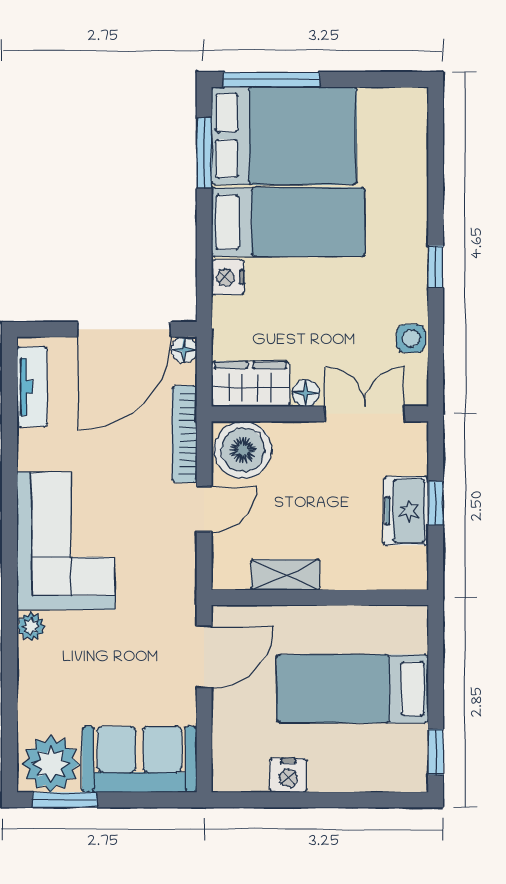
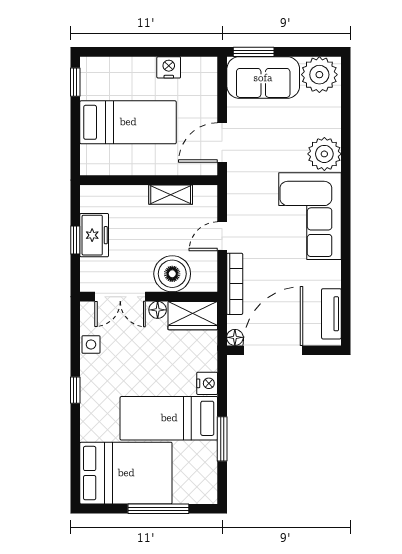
window: (271, 80) -> (158, 509), moved
bed: (284, 136) -> (126, 473), moved, turned 180
window: (204, 153) -> (222, 439), moved
boiler: (243, 450) -> (172, 274), moved
plant: (31, 627) -> (324, 154), width x1.88, depth x1.88
window: (65, 800) -> (254, 52), moved

